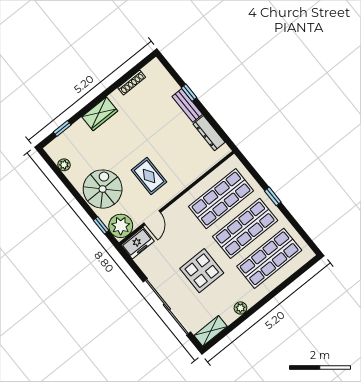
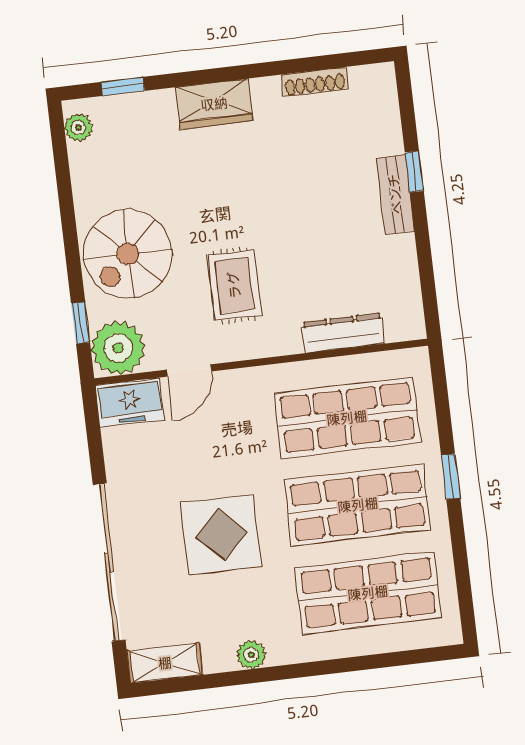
dresser: (209, 133) -> (343, 333), moved, turned 90
plant: (64, 165) -> (78, 127), moved
spiral stairs: (103, 189) -> (128, 254), turned 180

